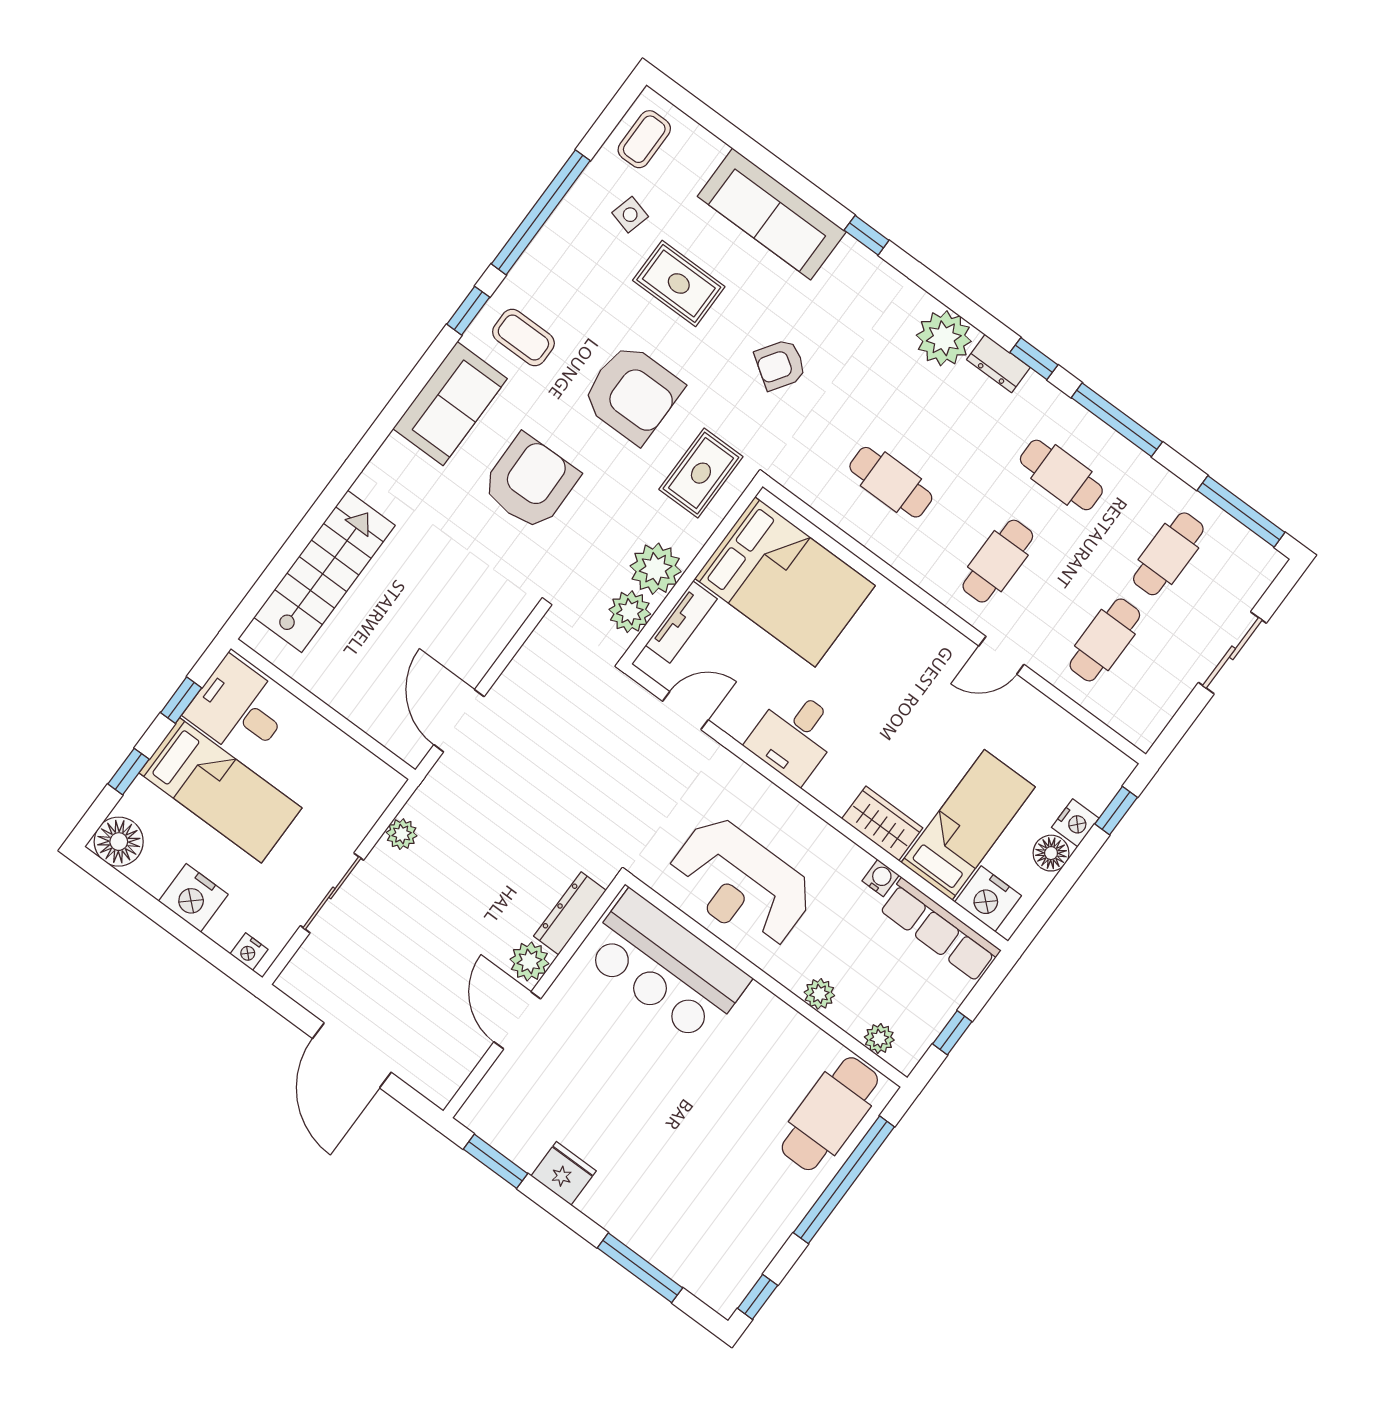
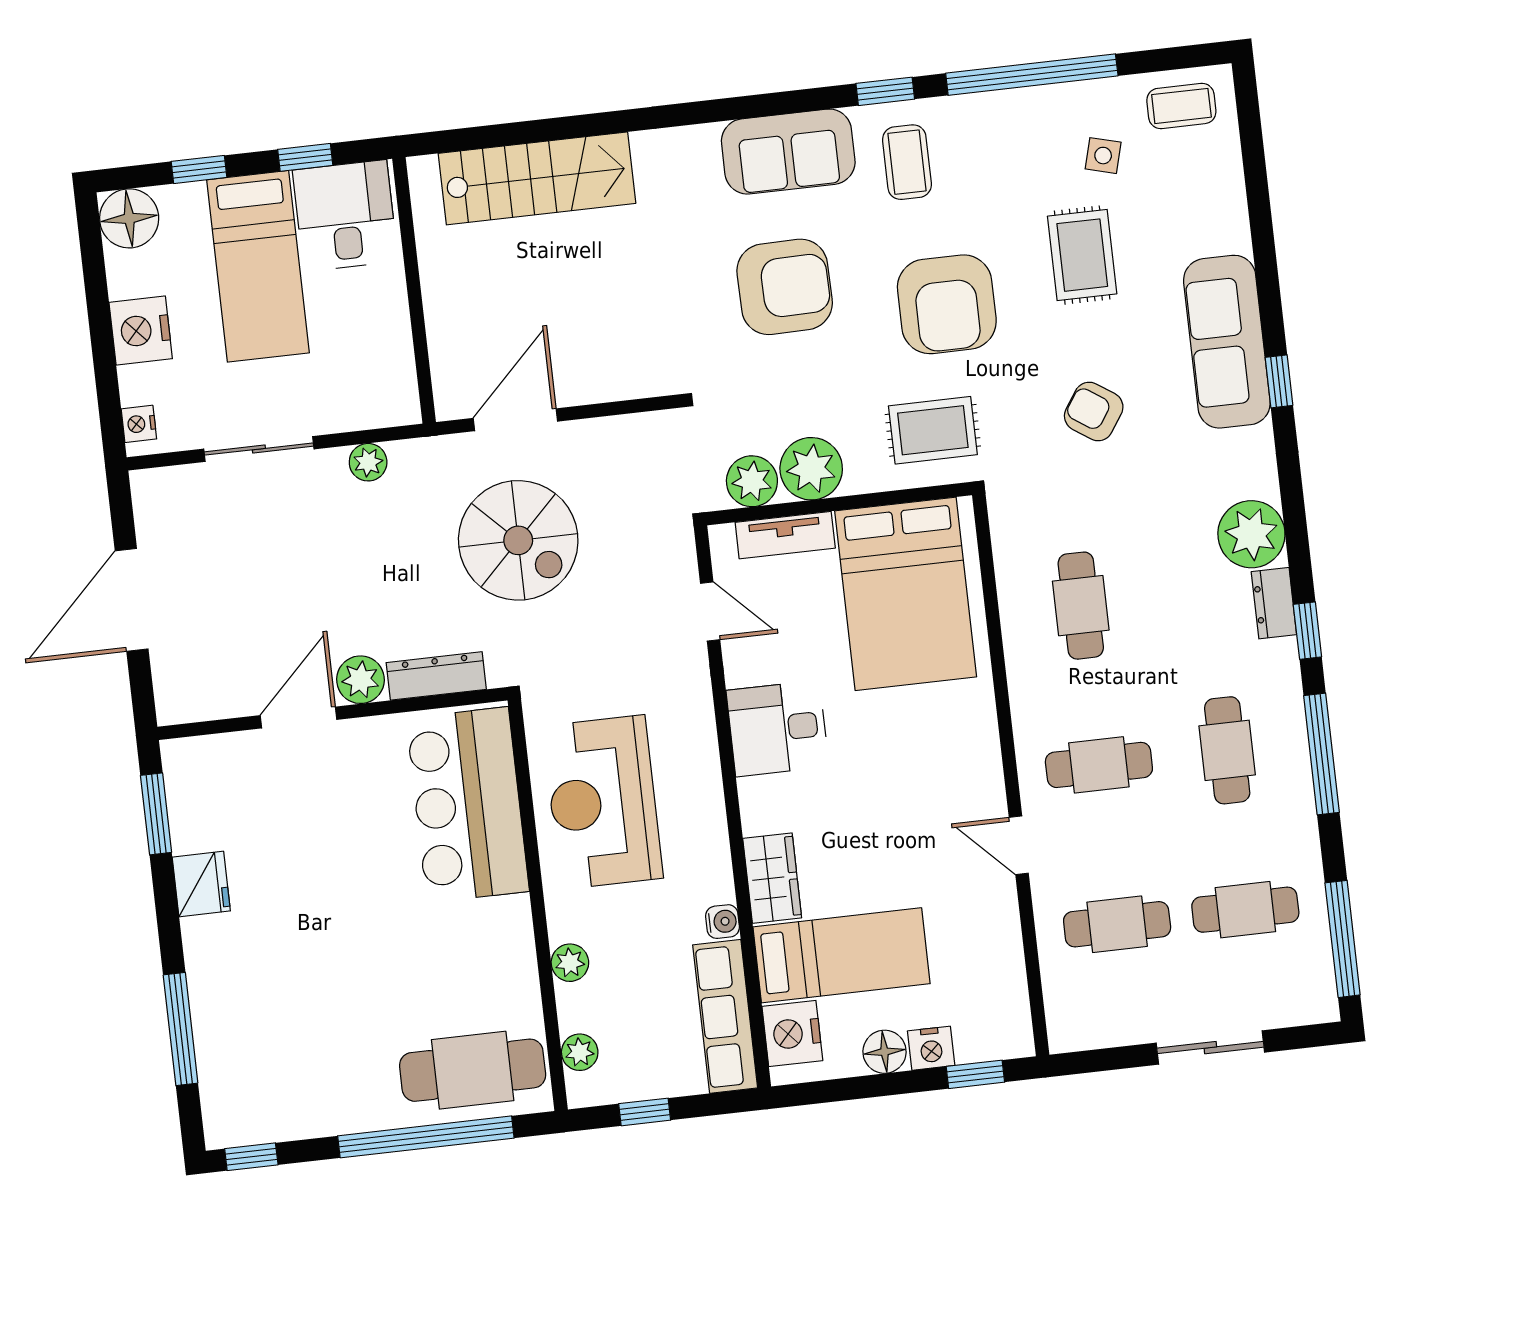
sofa: (772, 214) -> (1227, 342), moved
spiral stairs: (534, 787) -> (518, 540), added

